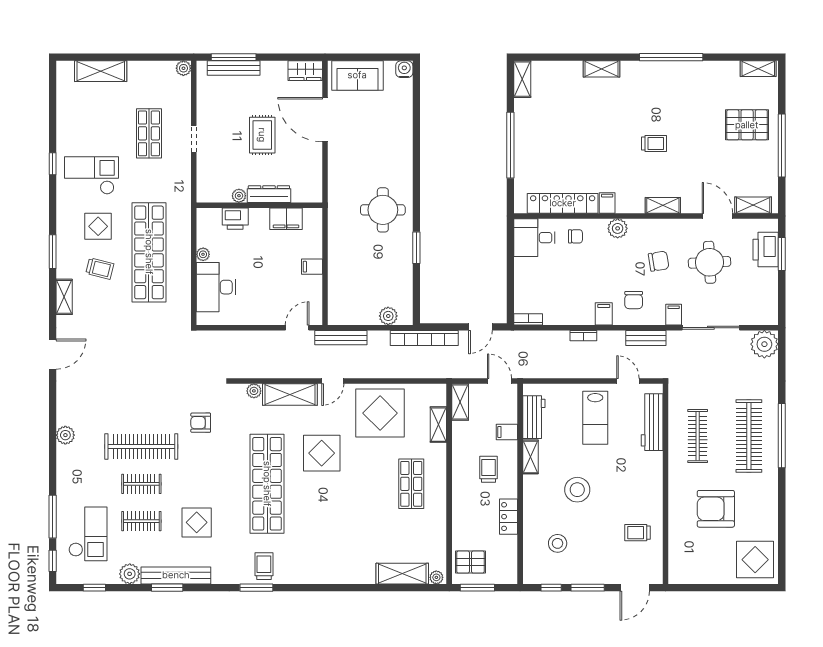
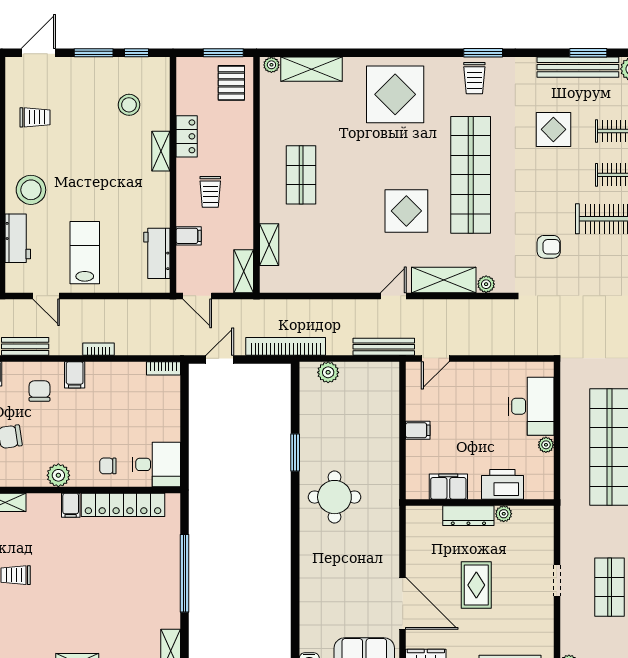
printer: (235, 219) -> (502, 484), width x1.37, depth x1.19
display table: (380, 413) -> (395, 94), moved
workbench: (652, 422) -> (18, 238), width x0.73
shelving: (530, 457) -> (161, 151), moved
stool: (577, 490) -> (31, 190), moved
pallet: (470, 562) -> (231, 83), turned 90

